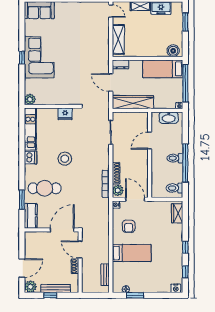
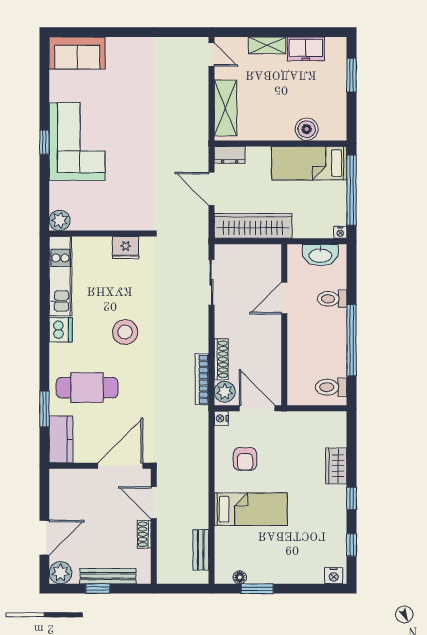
boiler: (173, 51) -> (307, 129), moved
toilet: (175, 158) -> (332, 299), moved
wardrobe: (177, 213) -> (336, 466), moved

